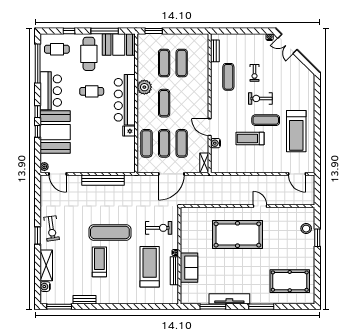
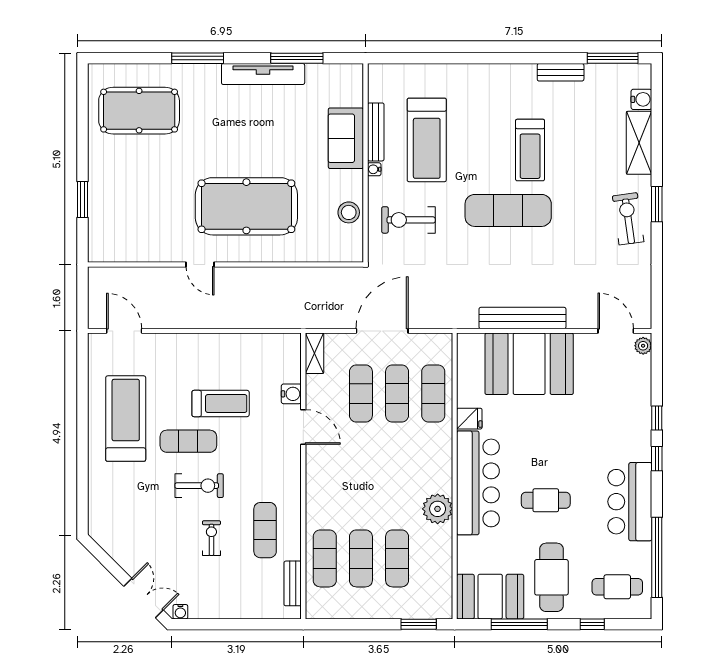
exercise mat: (164, 103) -> (325, 558), moved
booth: (55, 132) -> (529, 364), moved, turned 90
stool: (306, 229) -> (349, 212), moved

